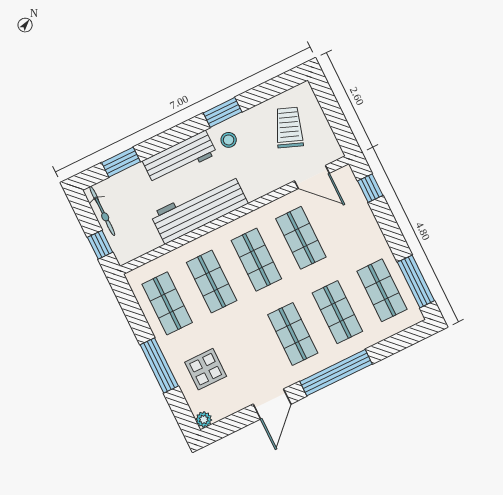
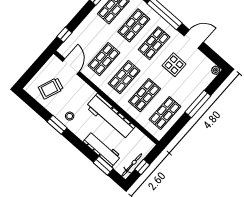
workbench: (180, 157) -> (102, 149), moved
window: (100, 245) -> (142, 167), moved
display table: (206, 369) -> (174, 65), moved

